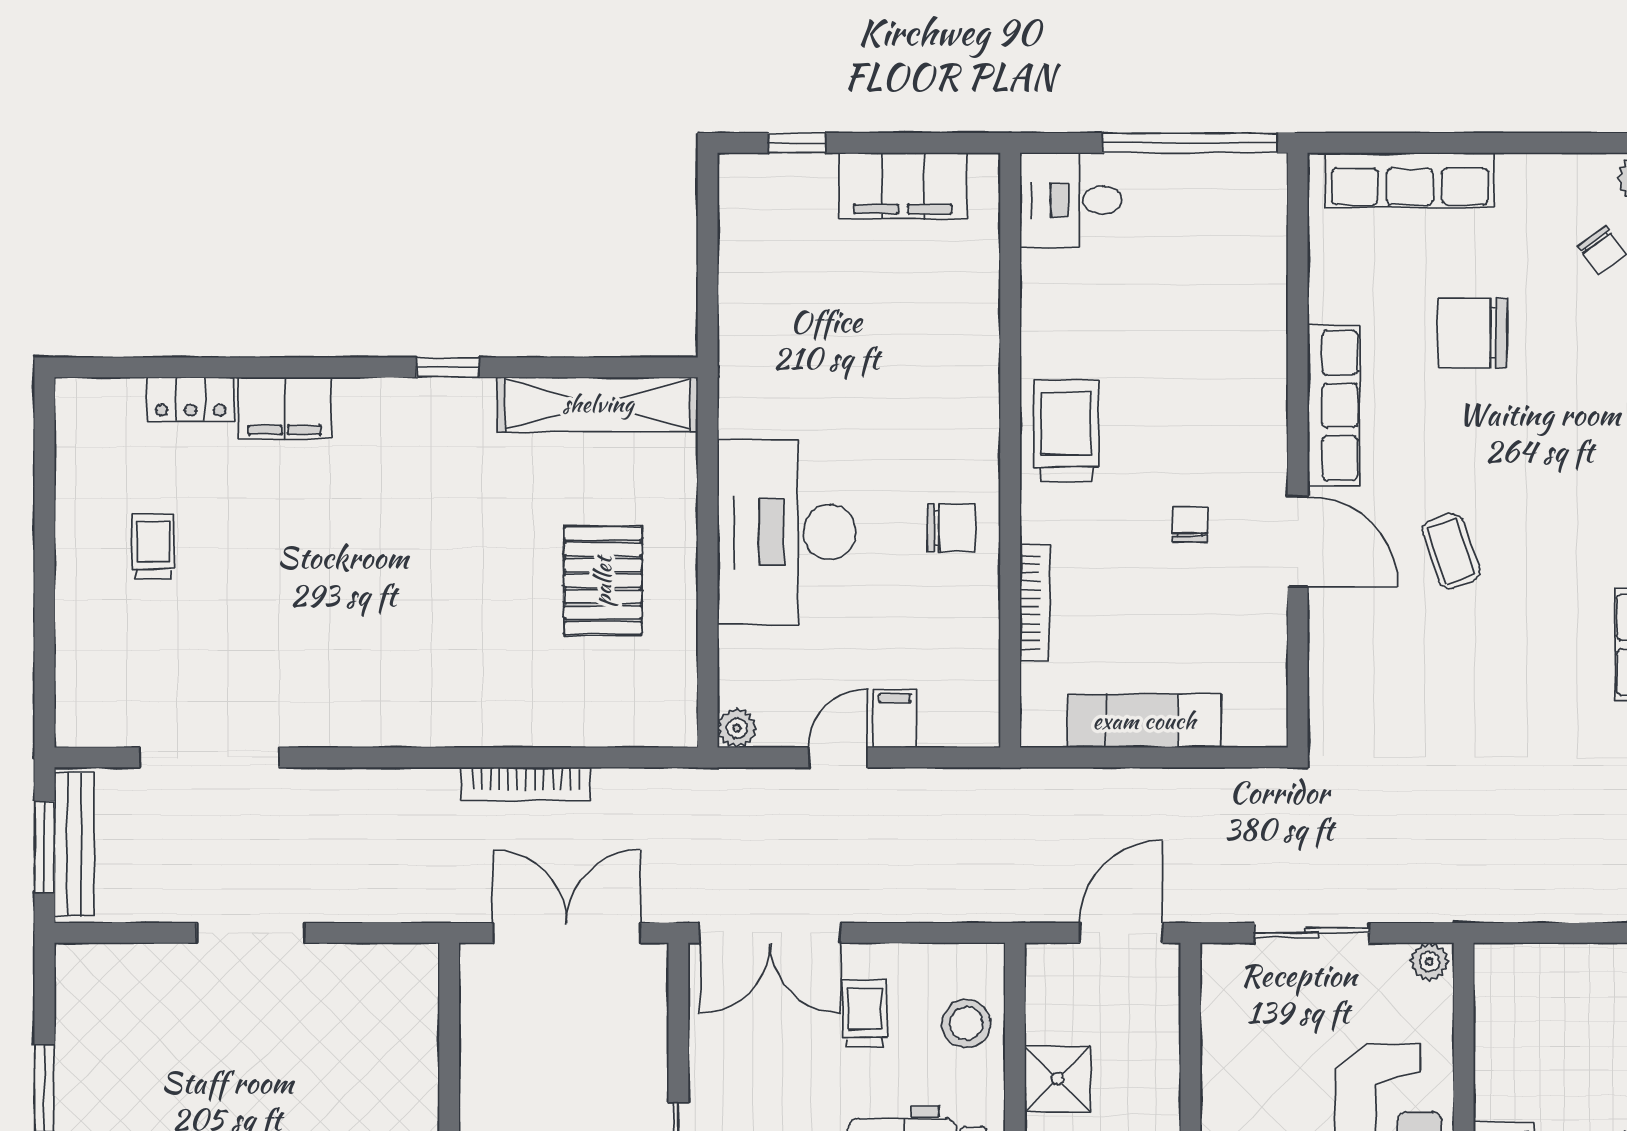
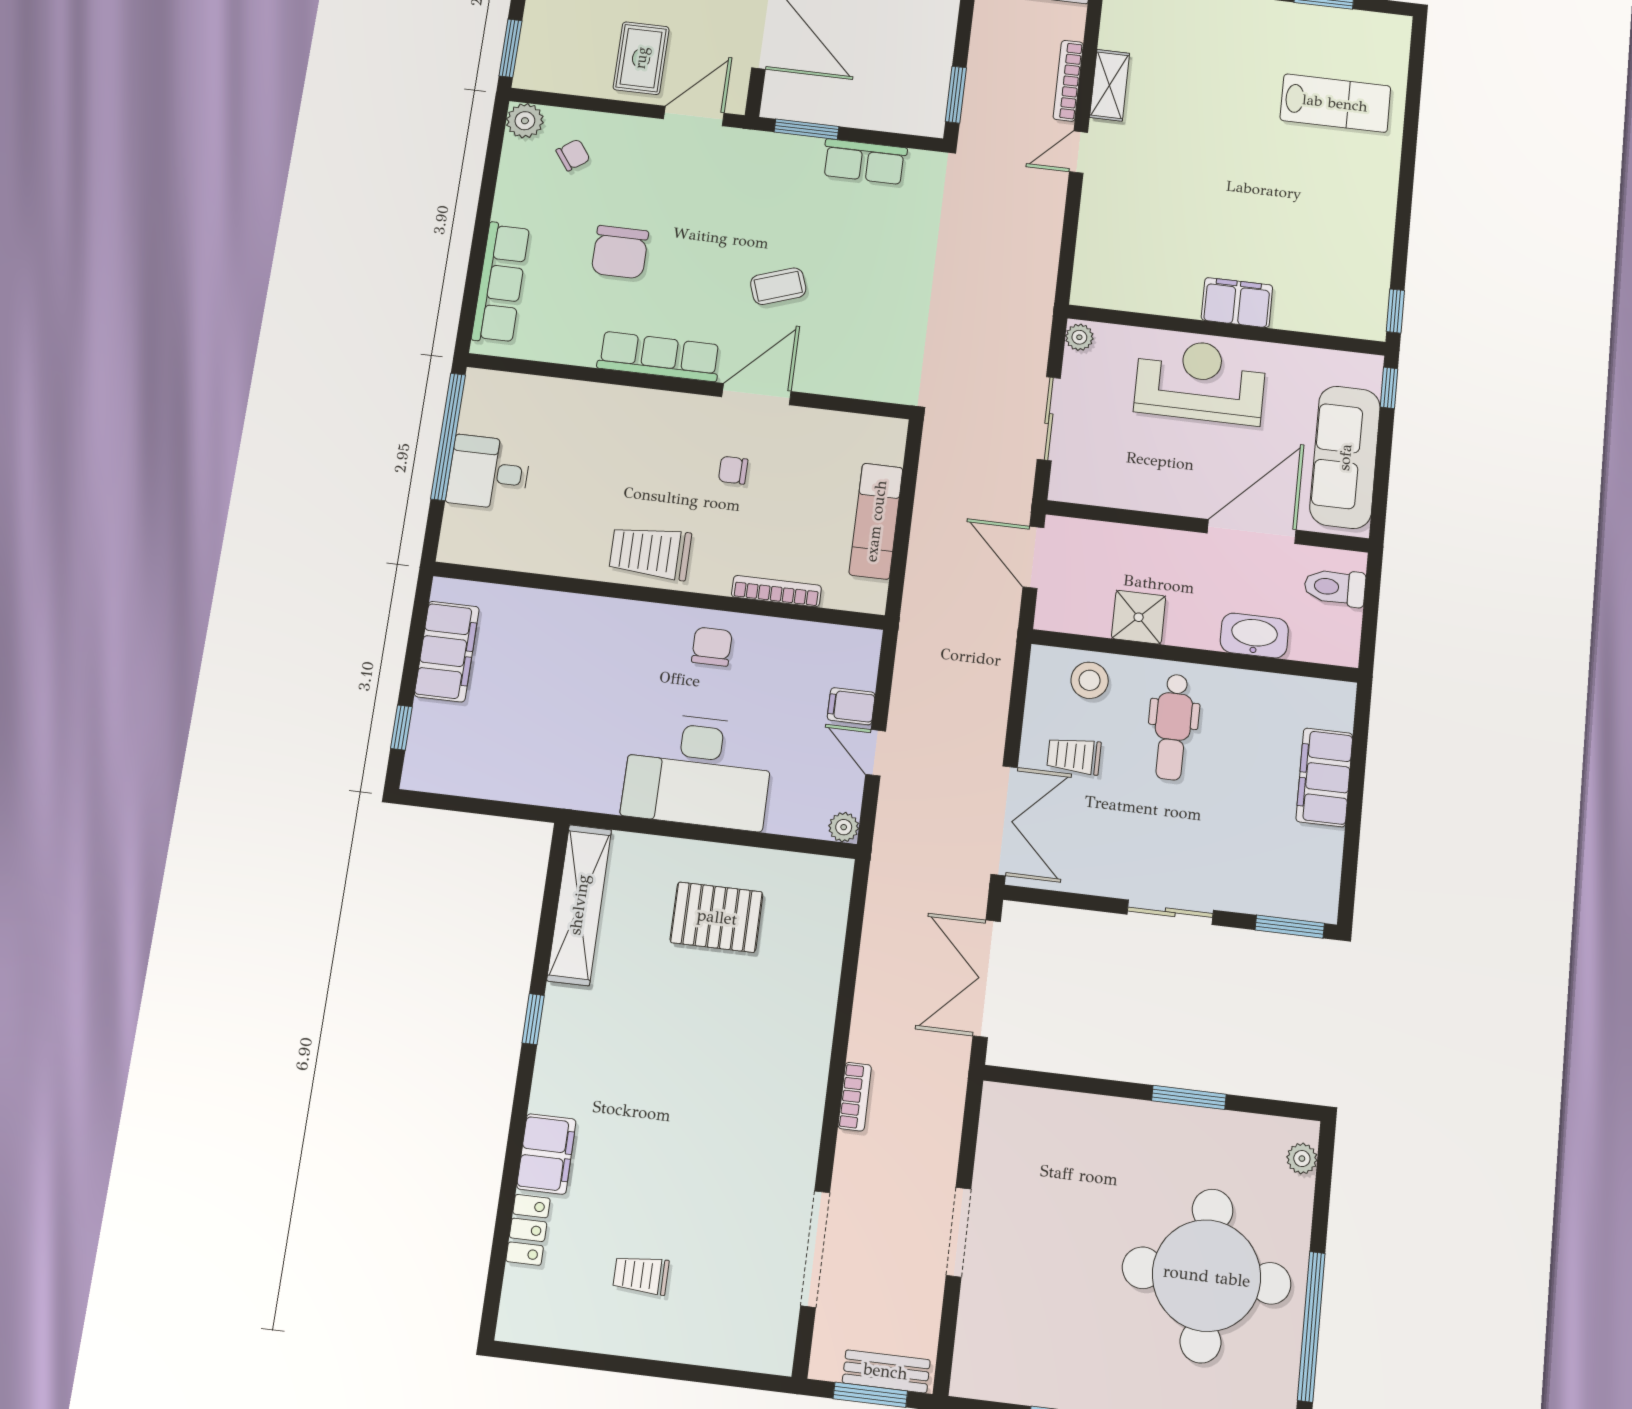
desk: (1071, 200) -> (489, 472), moved, turned 90
bookcase: (526, 784) -> (855, 1097), moved, width x0.64
bench: (74, 844) -> (886, 1371), width x0.73

